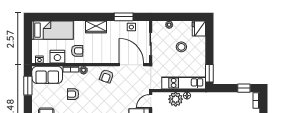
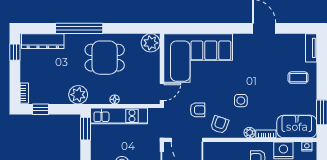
armchair: (73, 94) -> (198, 110), moved
side table: (90, 95) -> (241, 101), added
plant: (176, 99) -> (78, 95), moved

